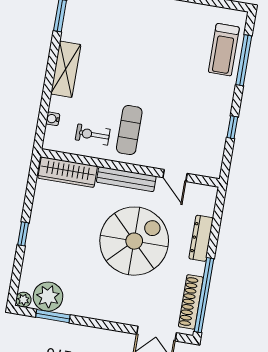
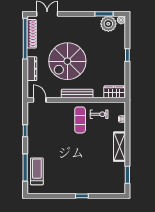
wardrobe: (68, 172) -> (114, 92), width x0.67
door: (175, 175) -> (40, 100), moved

